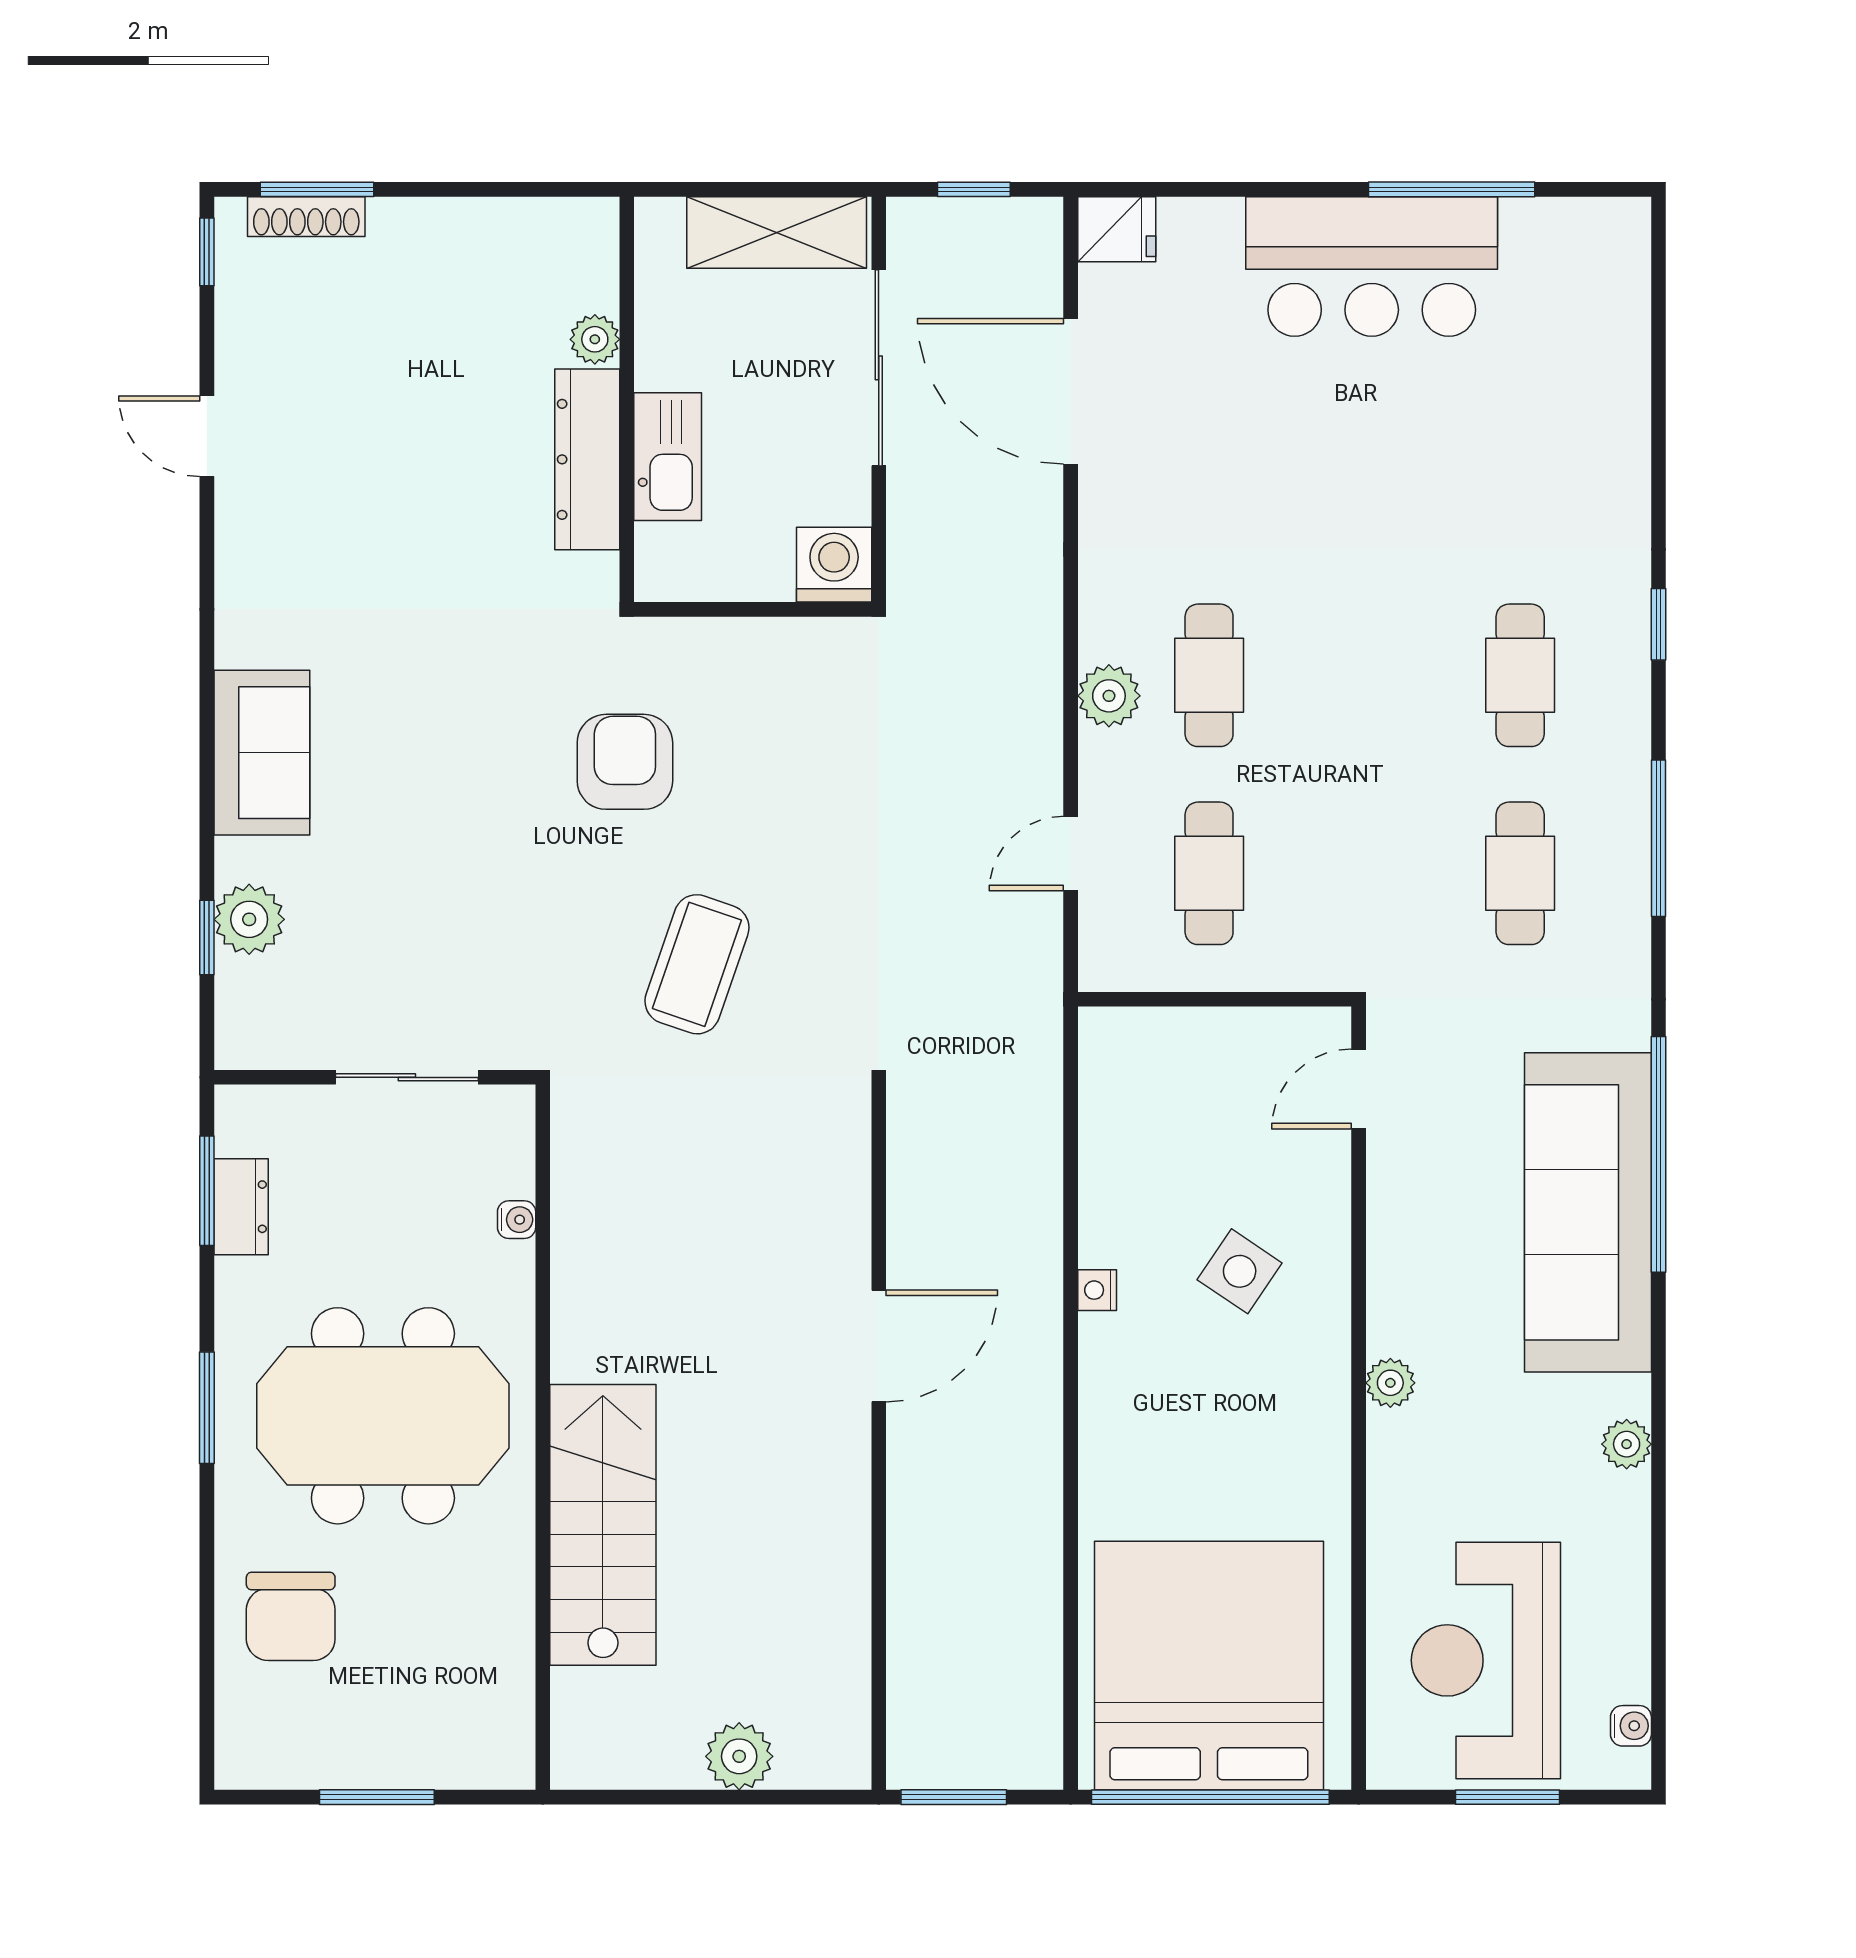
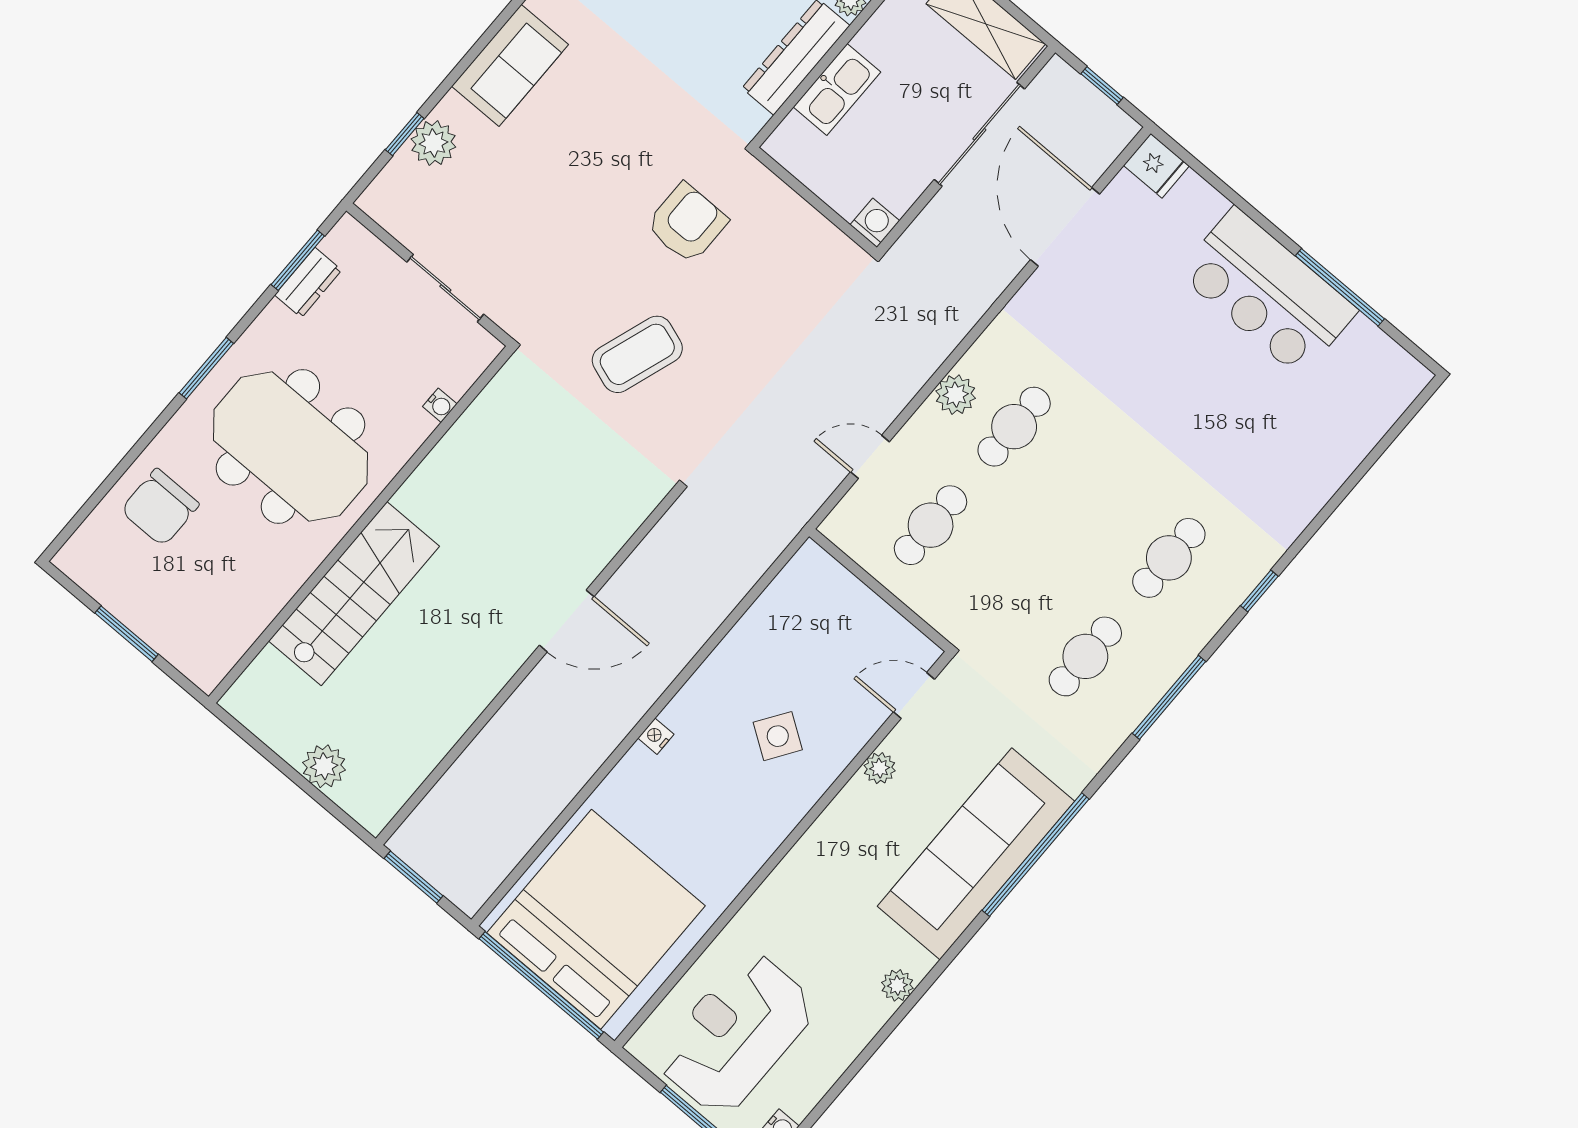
washing machine: (834, 565) -> (875, 223), width x0.73, depth x0.73
nightstand: (1097, 1290) -> (656, 736), moved
plant: (1390, 1383) -> (880, 768), moved

